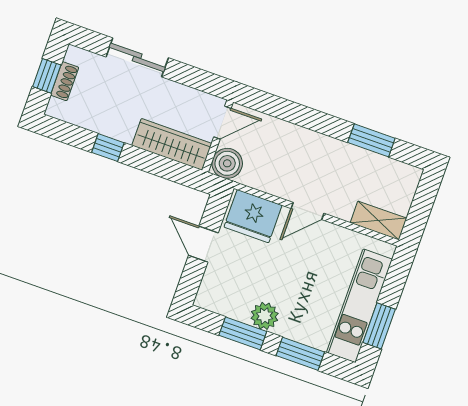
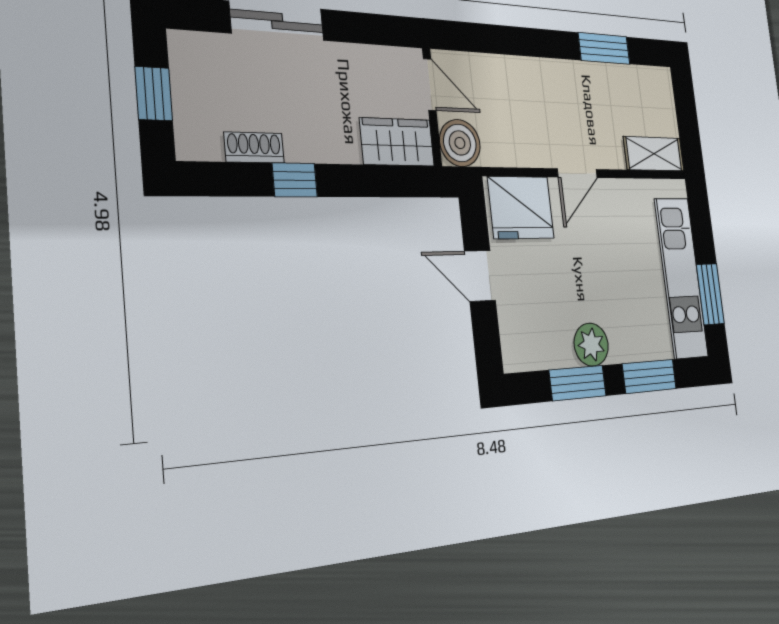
shoe rack: (65, 81) -> (254, 148), moved, turned -90
door: (222, 123) -> (430, 85), hinge flipped
wardrobe: (172, 144) -> (397, 142), width x0.67

